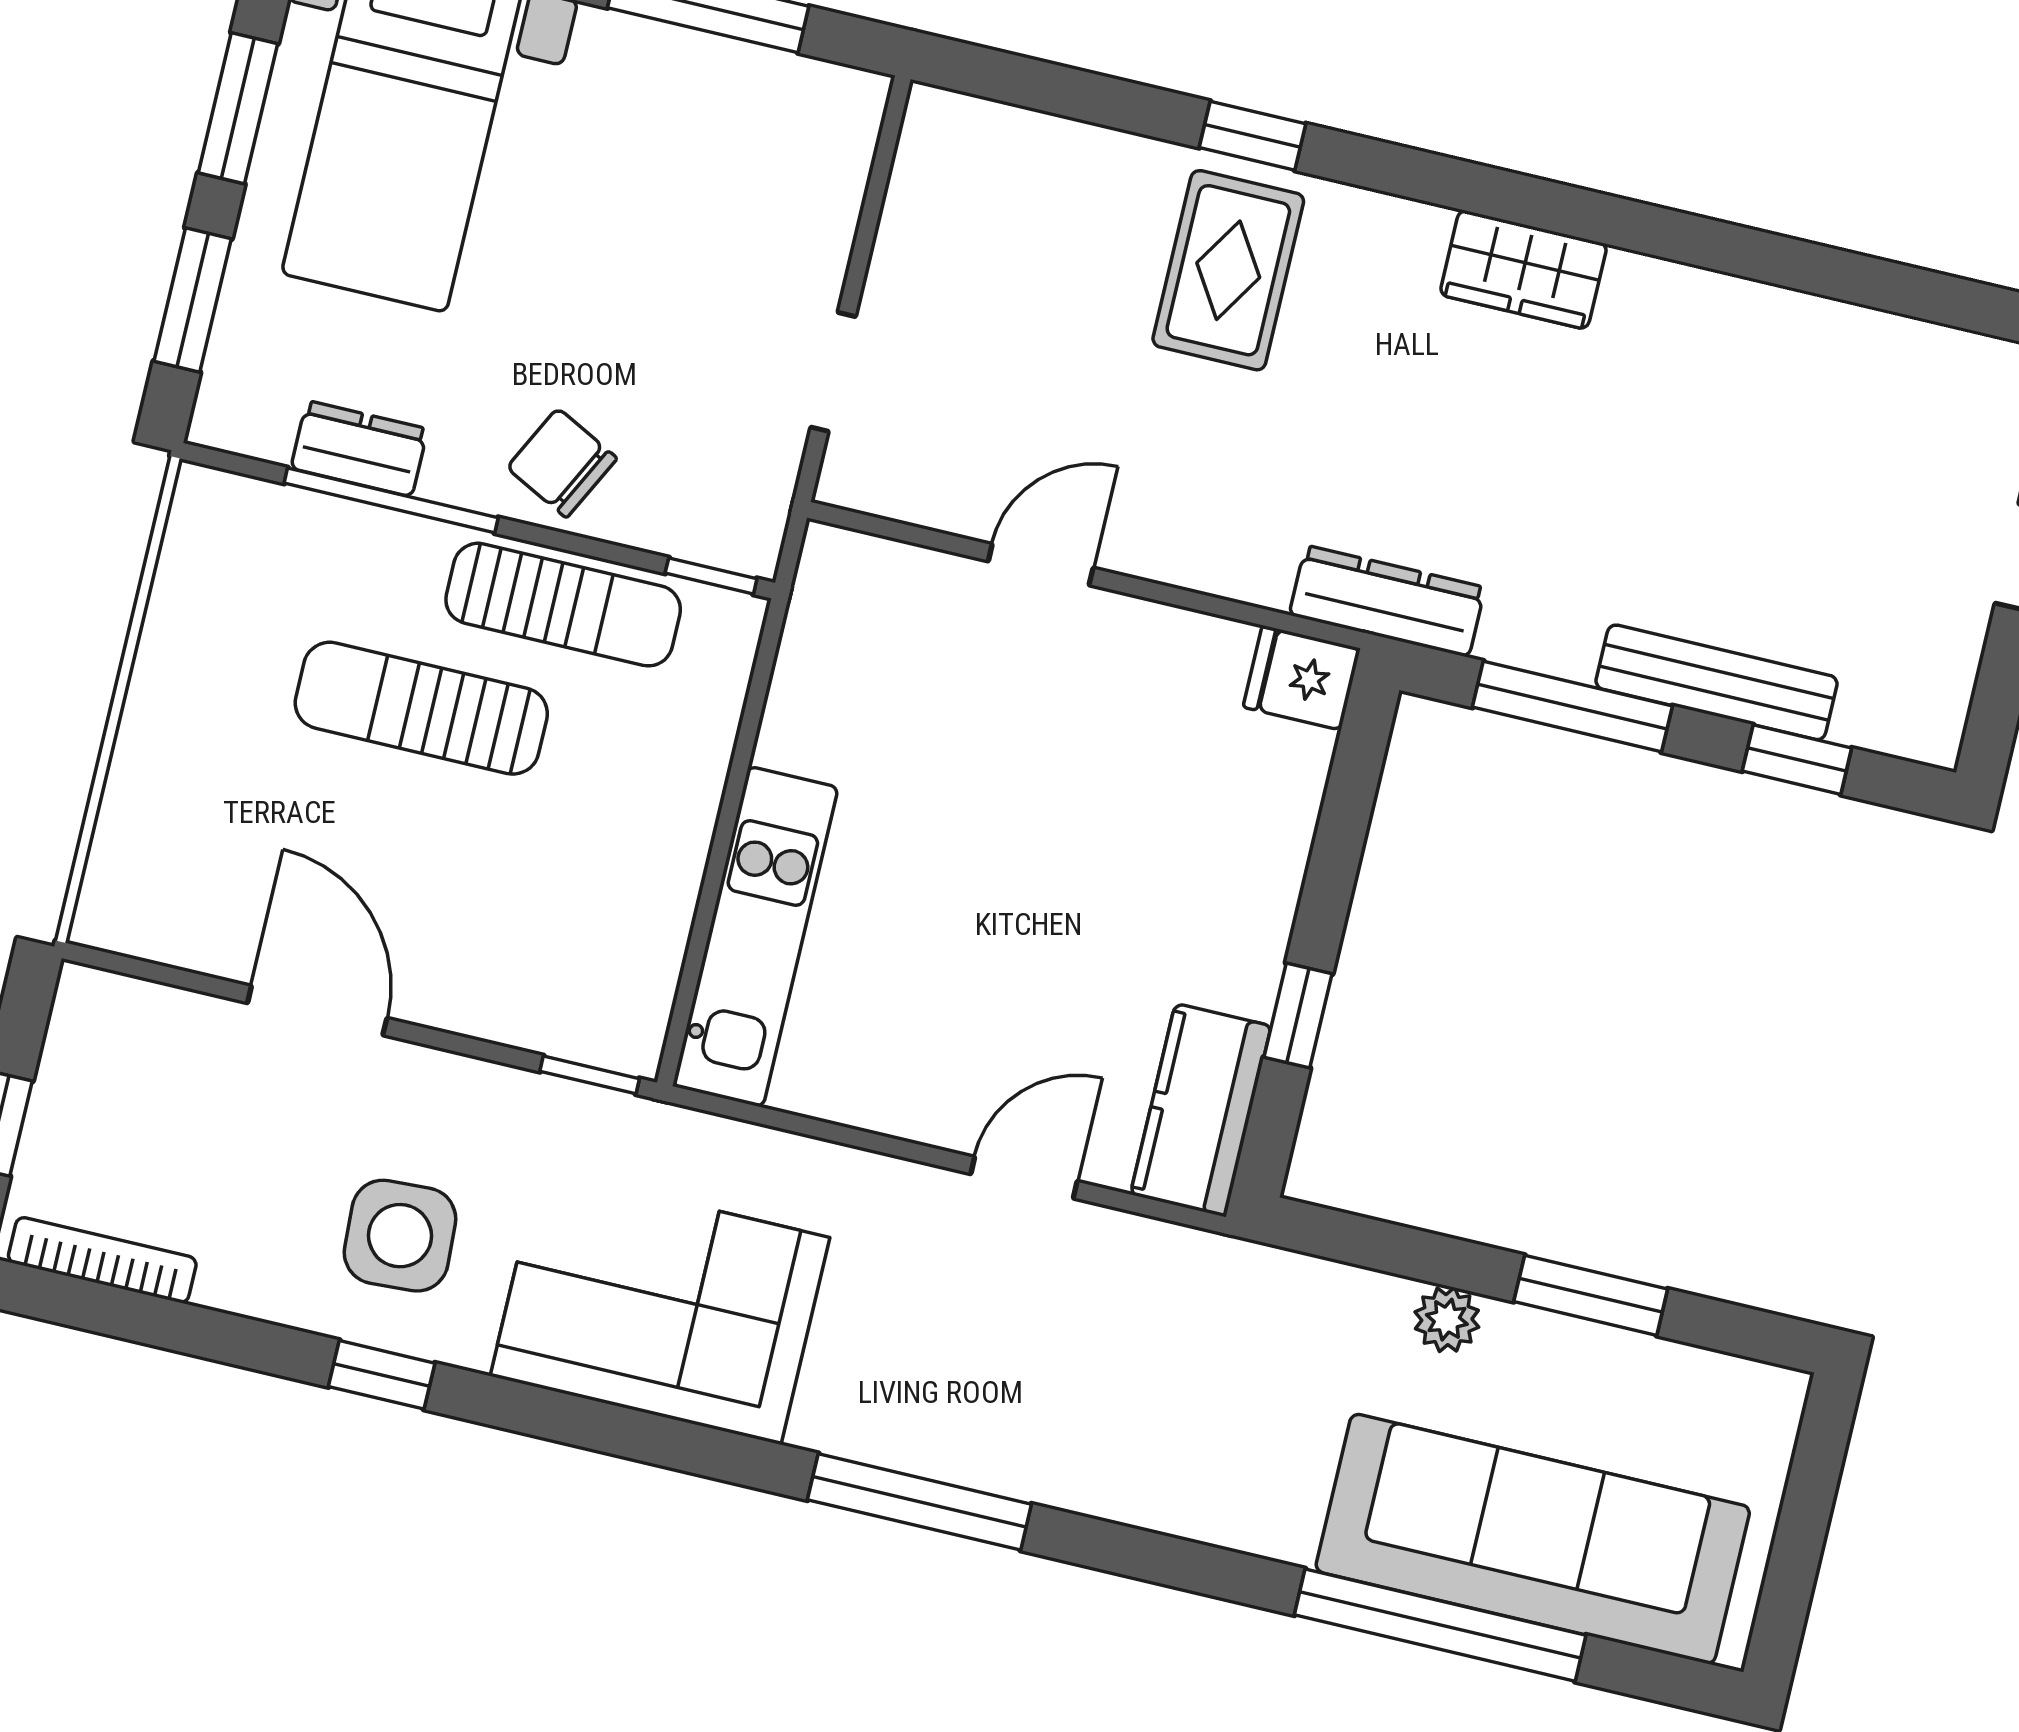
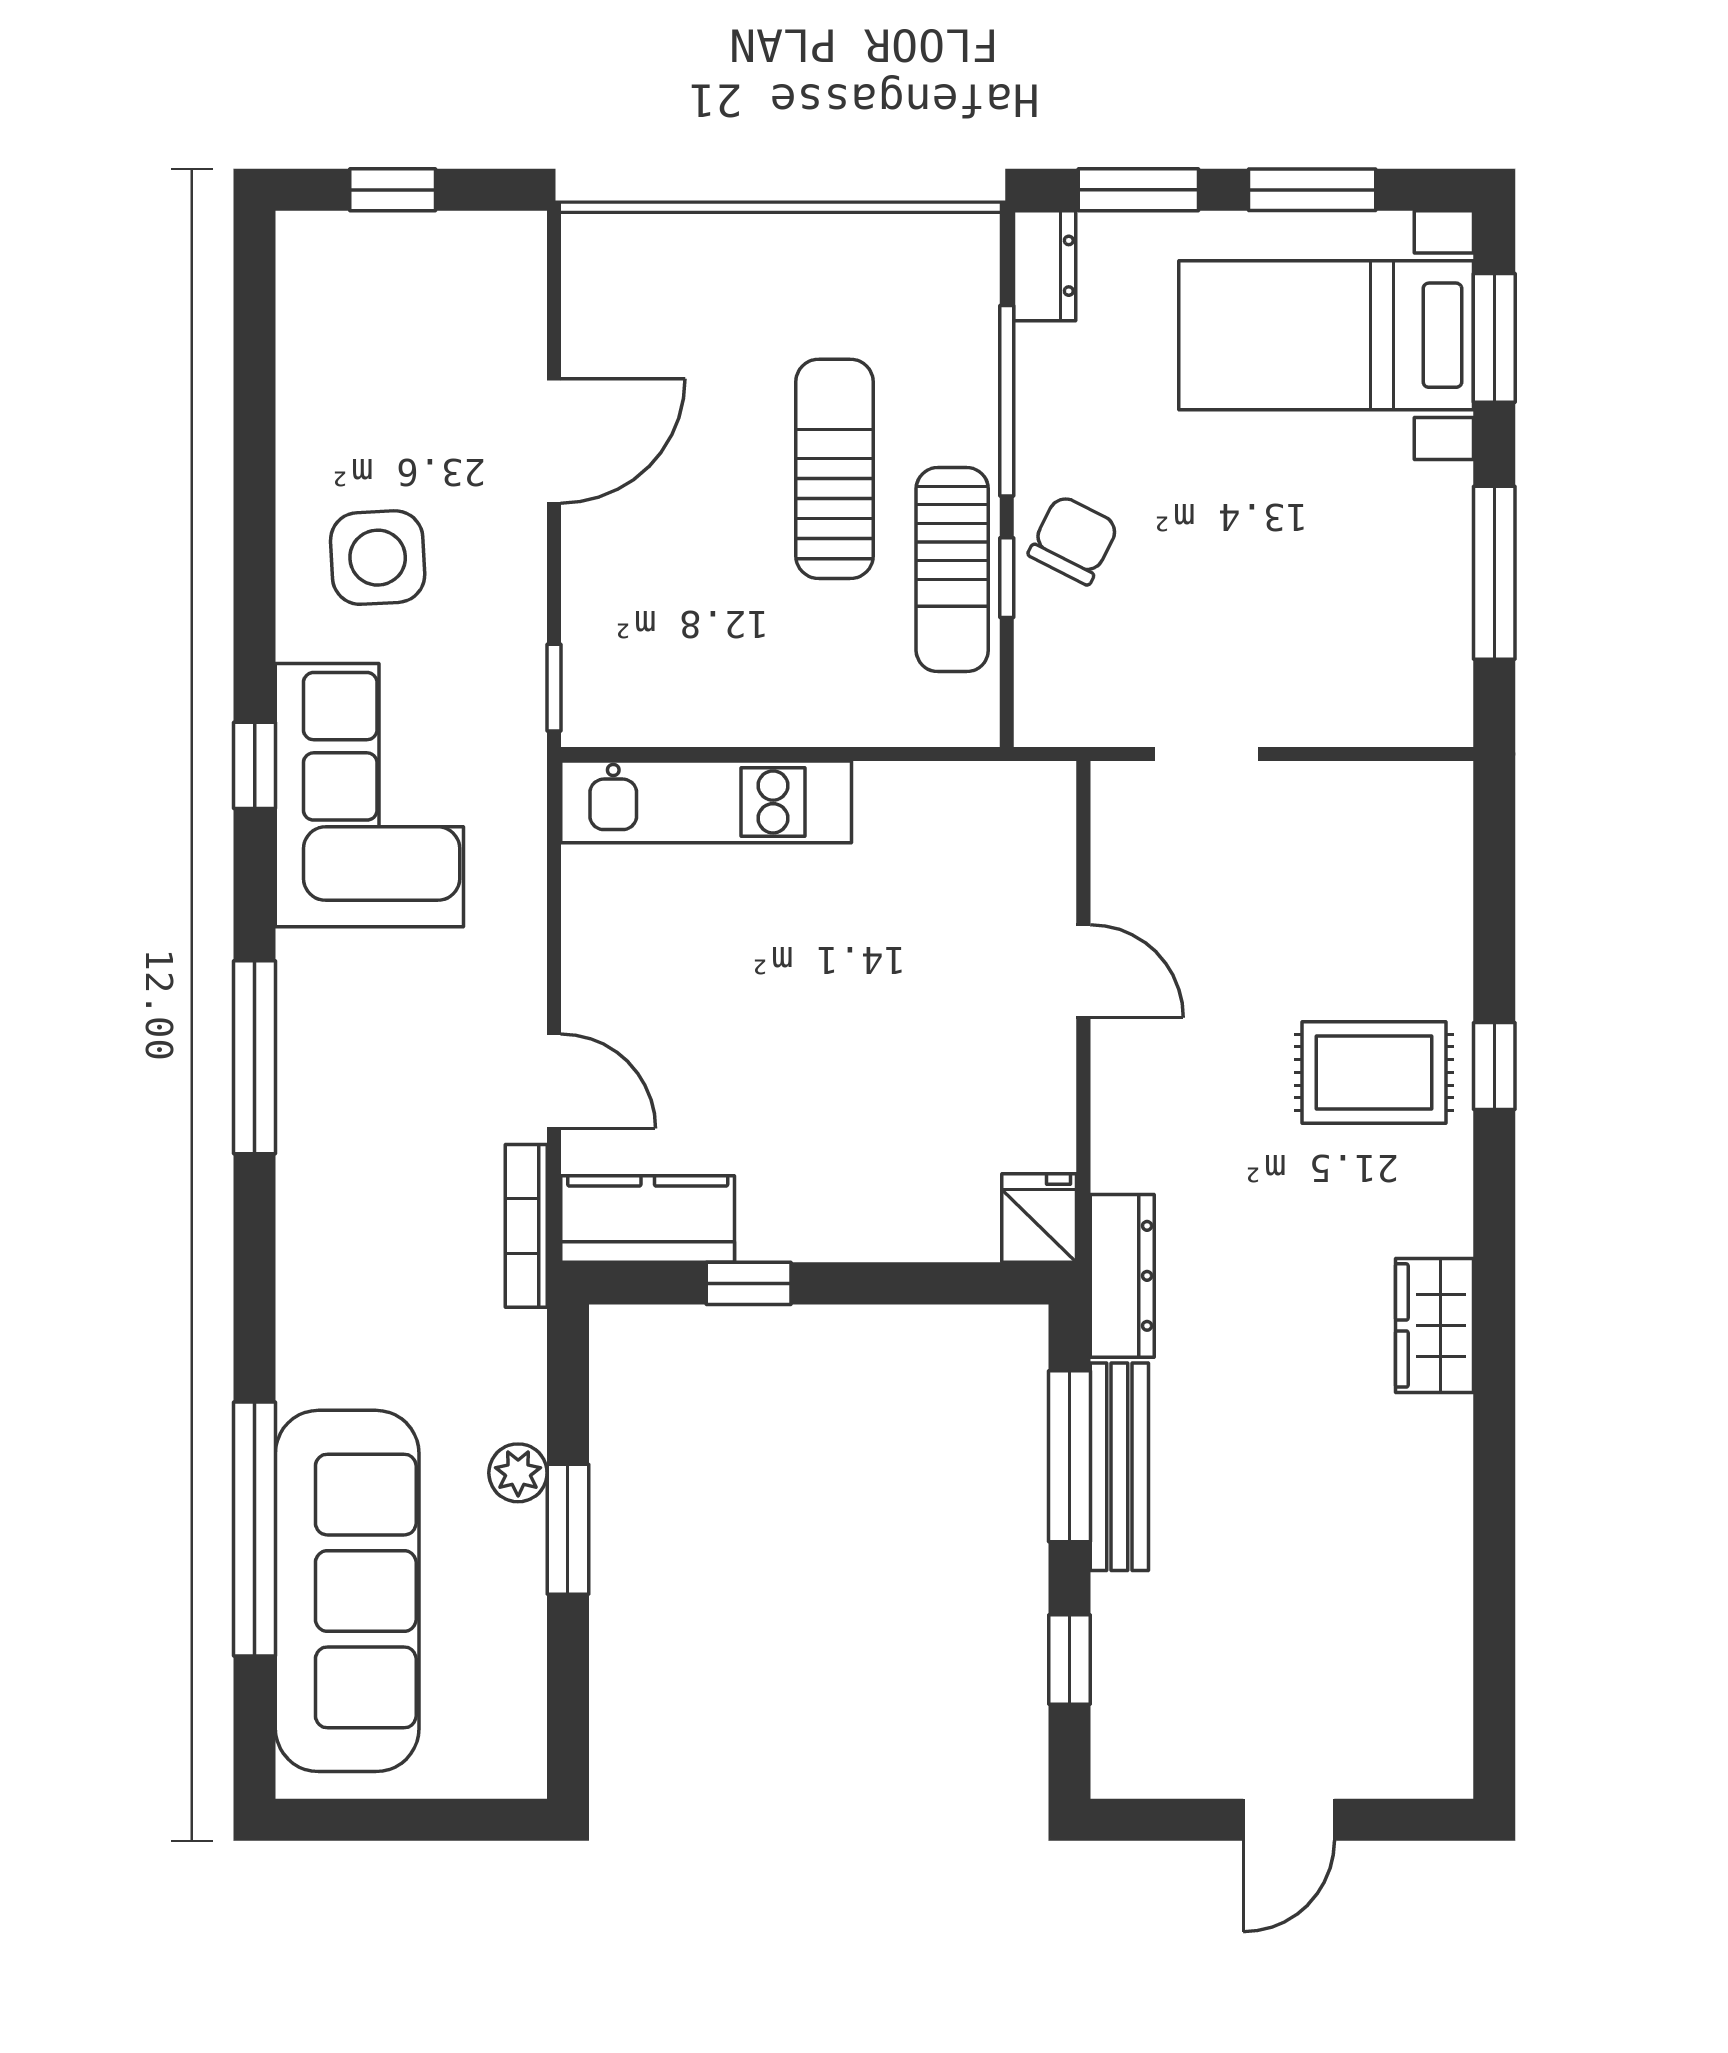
dresser: (359, 449) -> (1045, 266), moved
window: (711, 576) -> (1007, 578), moved
bench: (1717, 682) -> (1119, 1467), moved
bookcase: (102, 1260) -> (526, 1226), moved, turned 180
window: (1591, 1295) -> (568, 1529), moved
window: (382, 1375) -> (255, 765), moved

